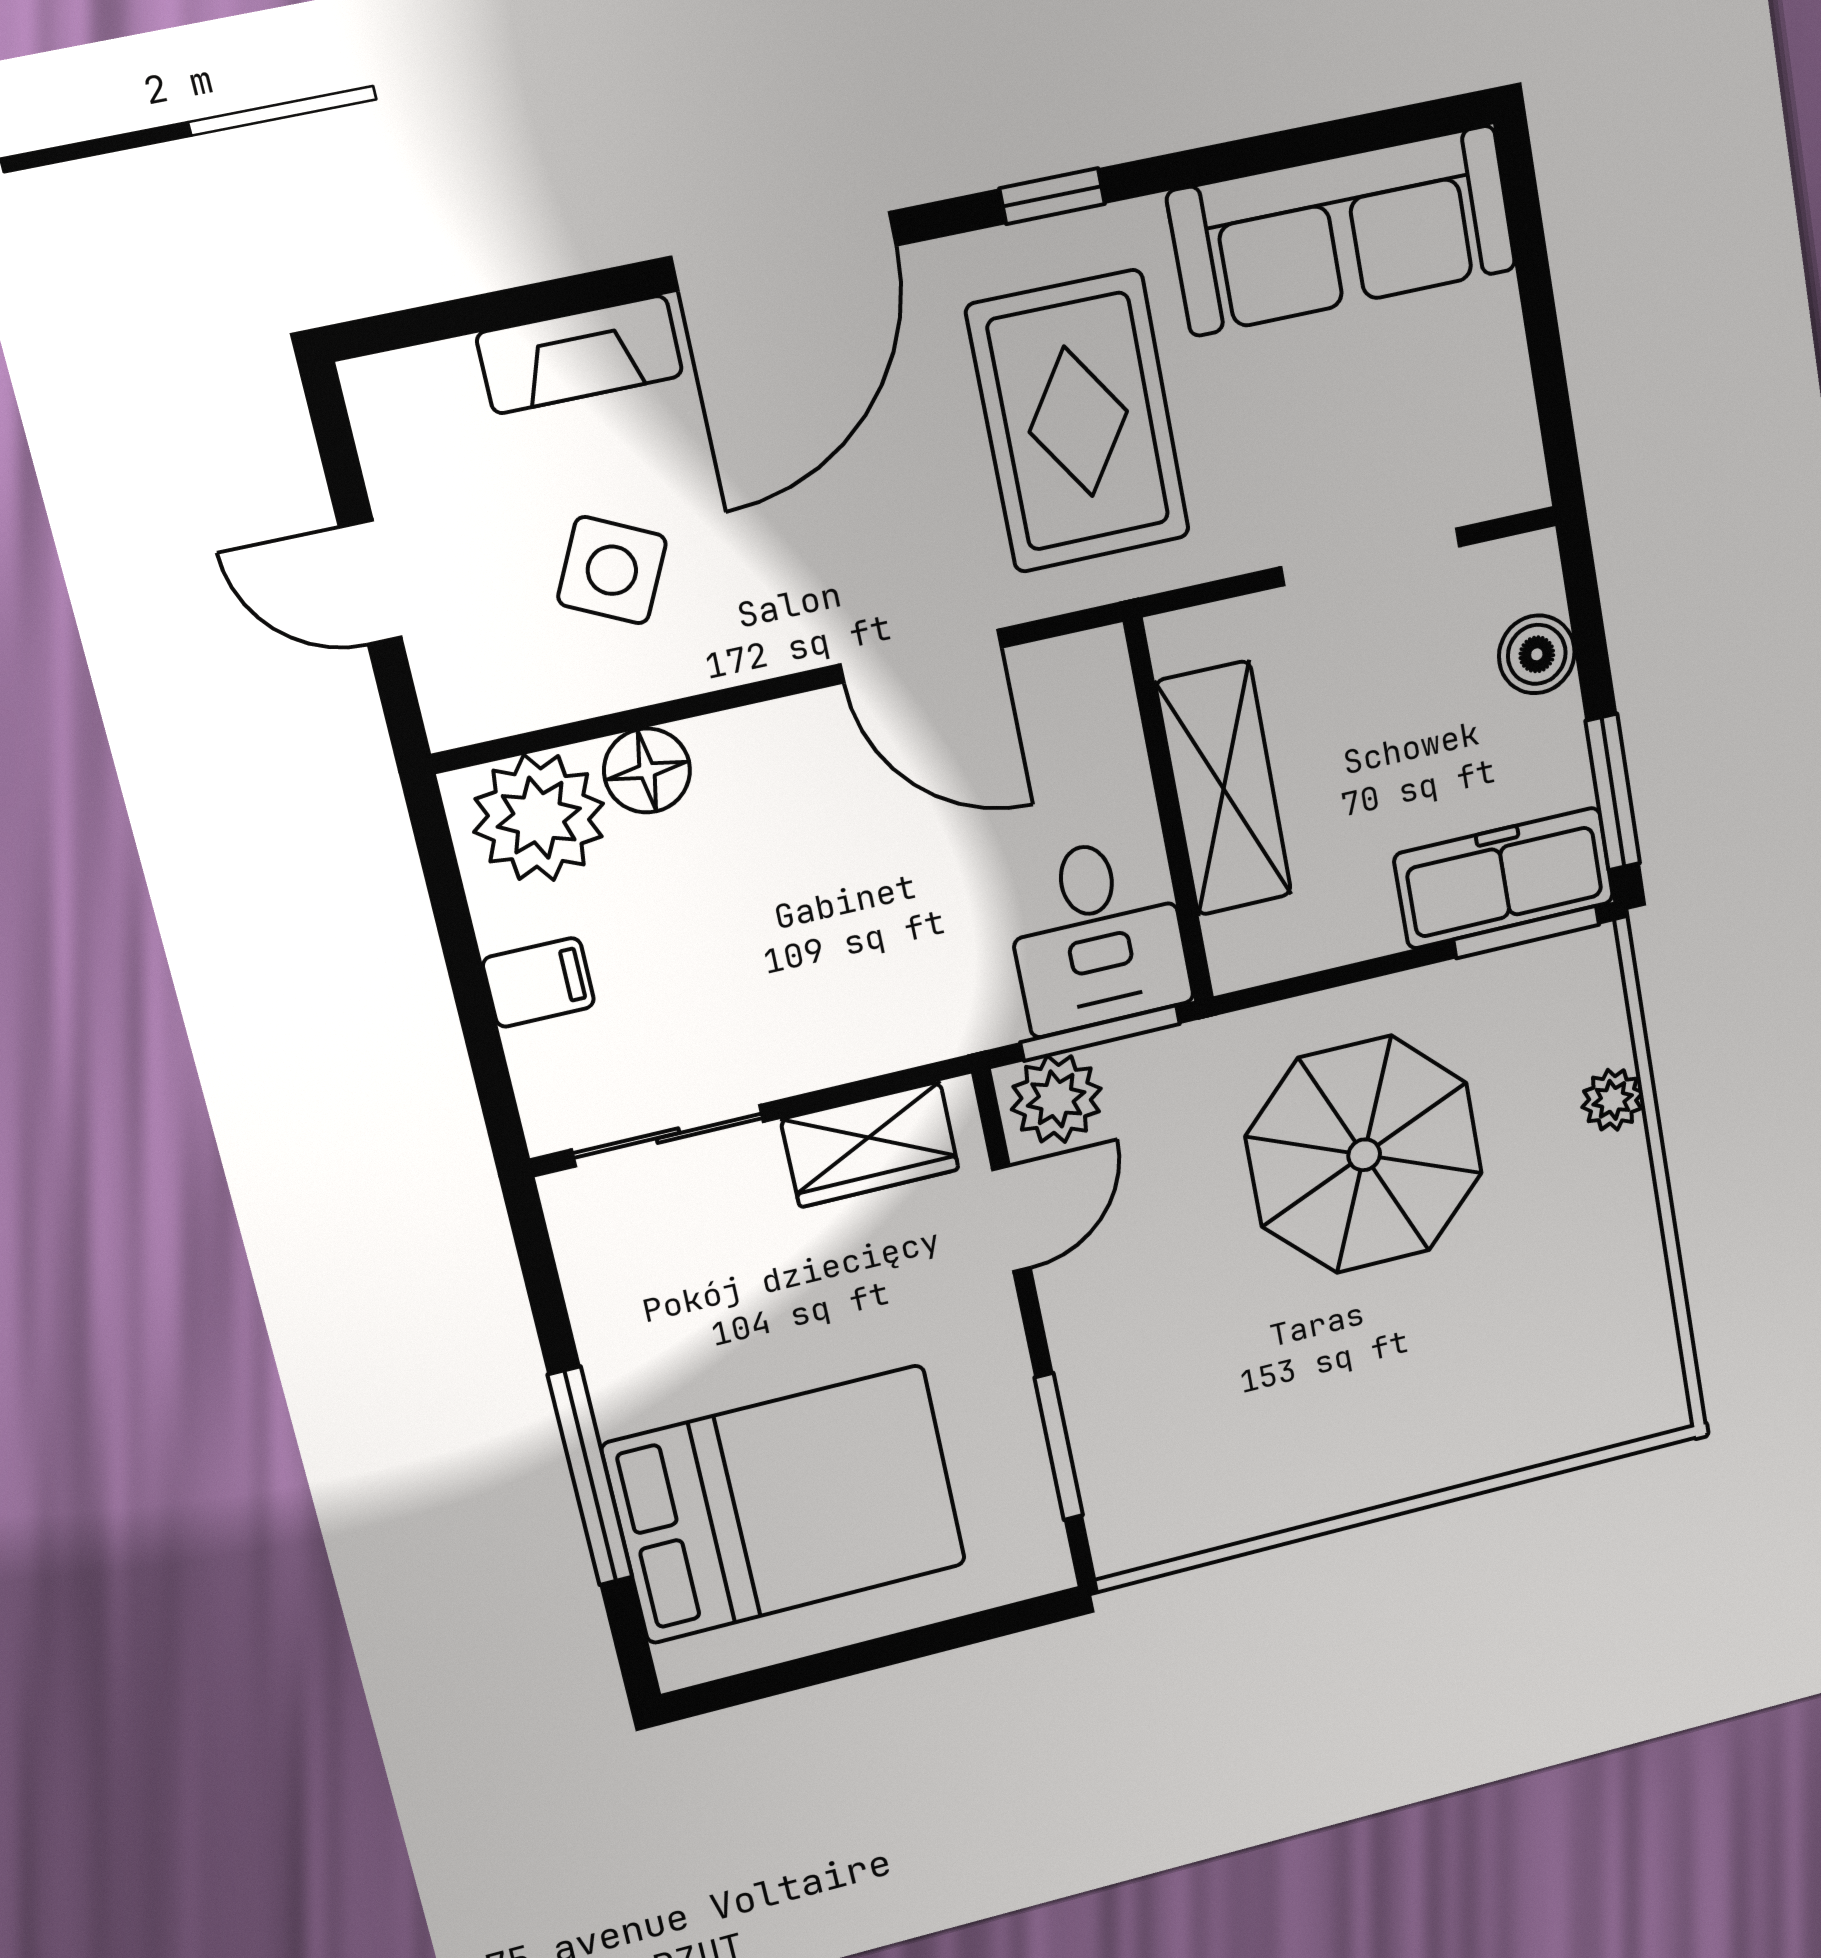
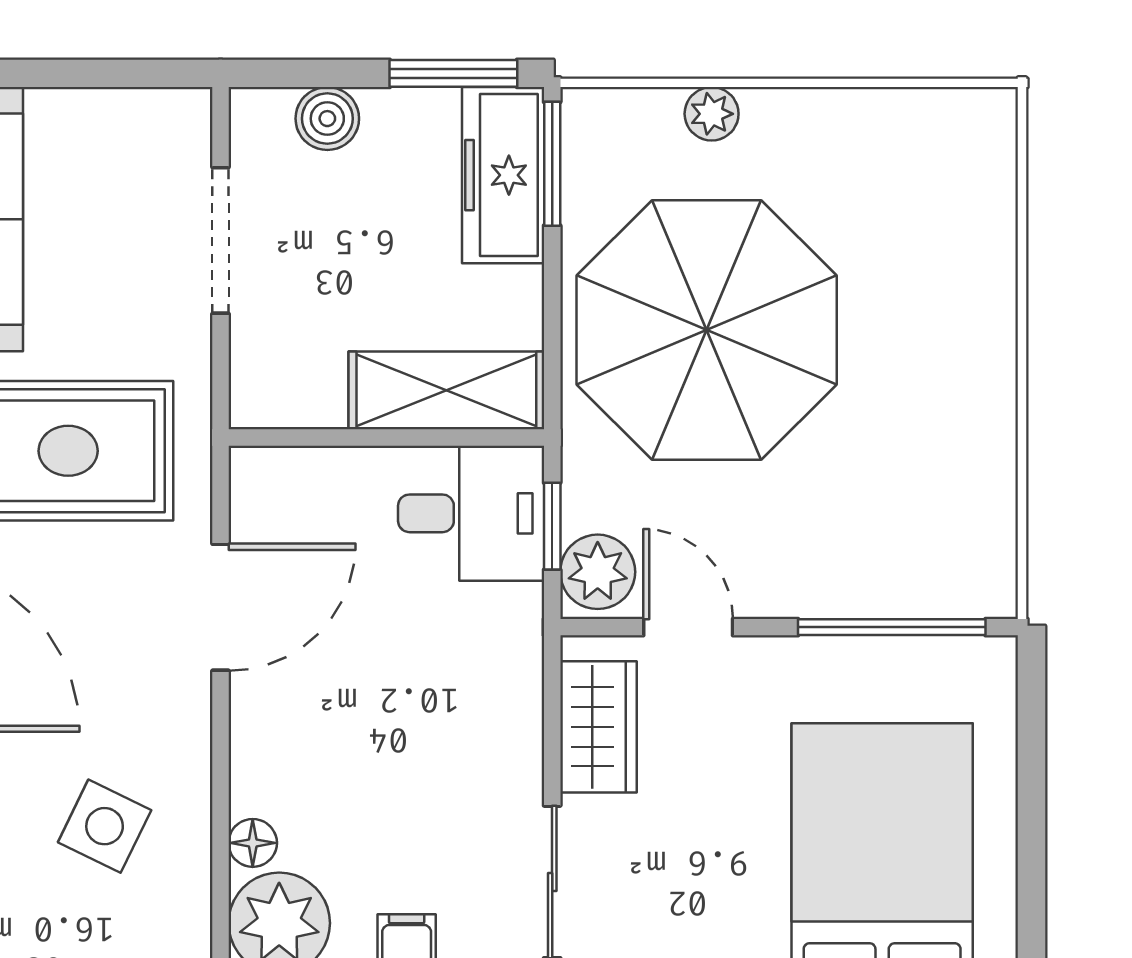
floor lamp: (647, 771) -> (253, 843), width x0.73, depth x0.73
shelving: (1224, 789) -> (446, 390), moved
window: (1100, 1033) -> (552, 526), width x0.67
parasol: (1364, 1155) -> (707, 330), width x1.36, depth x1.36
window: (1059, 1447) -> (892, 627), width x1.44

